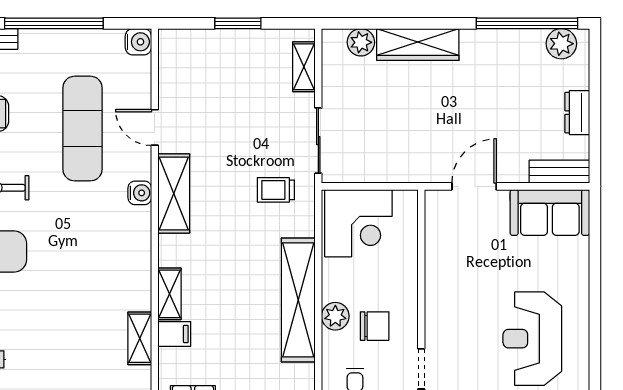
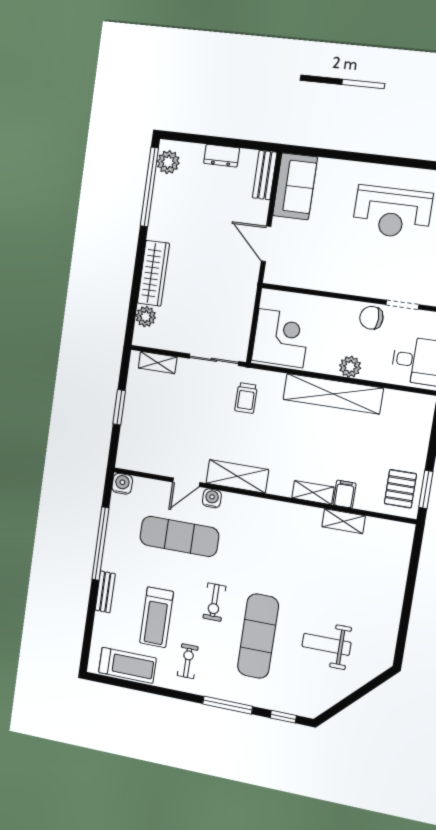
water cooler: (140, 193) -> (212, 498), moved
chair: (375, 326) -> (371, 318), moved, turned -89

